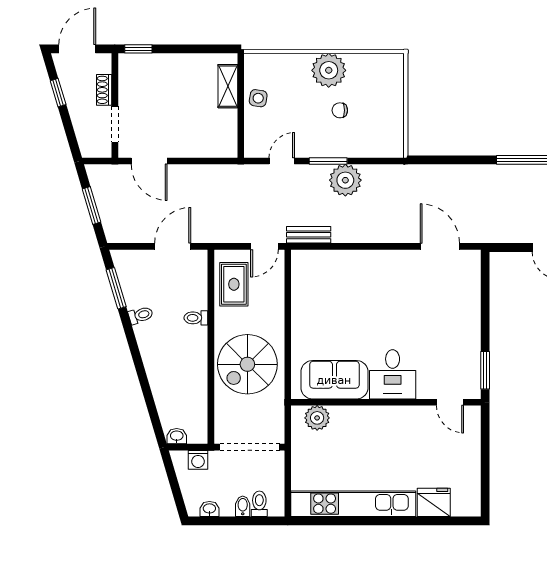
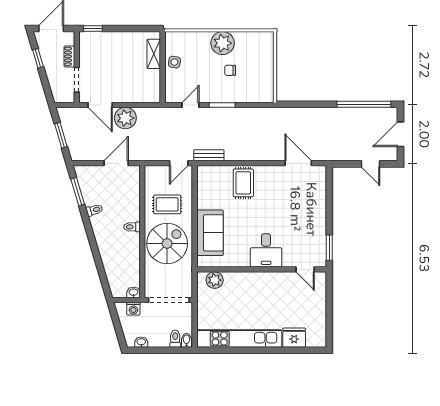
plant: (345, 180) -> (125, 118), moved
rug: (359, 275) -> (243, 183), added
rug: (234, 284) -> (167, 204), moved, turned 90
toilet: (196, 318) -> (132, 227), moved
spiral stairs: (247, 364) -> (167, 244), turned 180
sofa: (334, 380) -> (210, 233), moved, turned 90
washbasin: (177, 436) -> (133, 292), moved
bidet: (243, 506) -> (187, 340), moved

